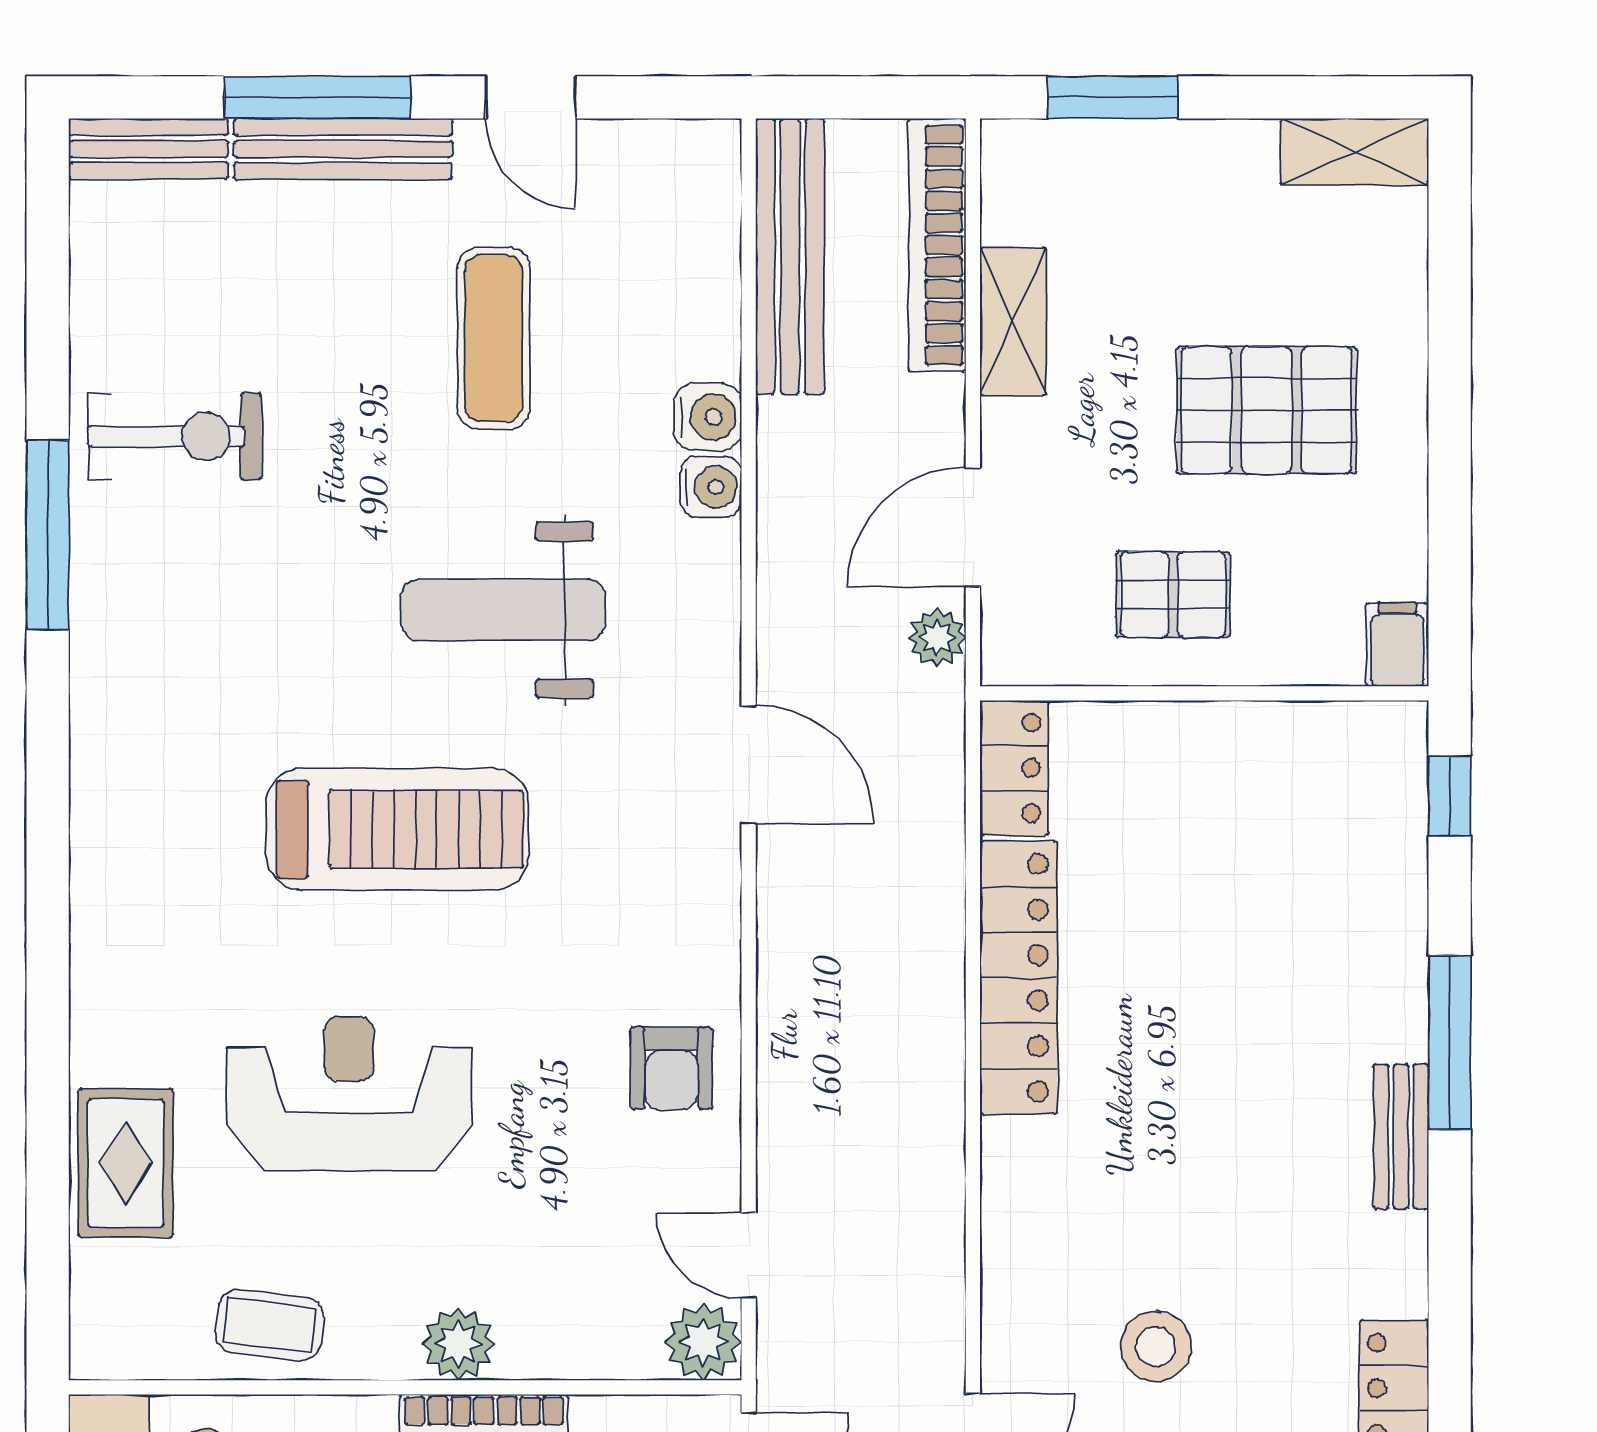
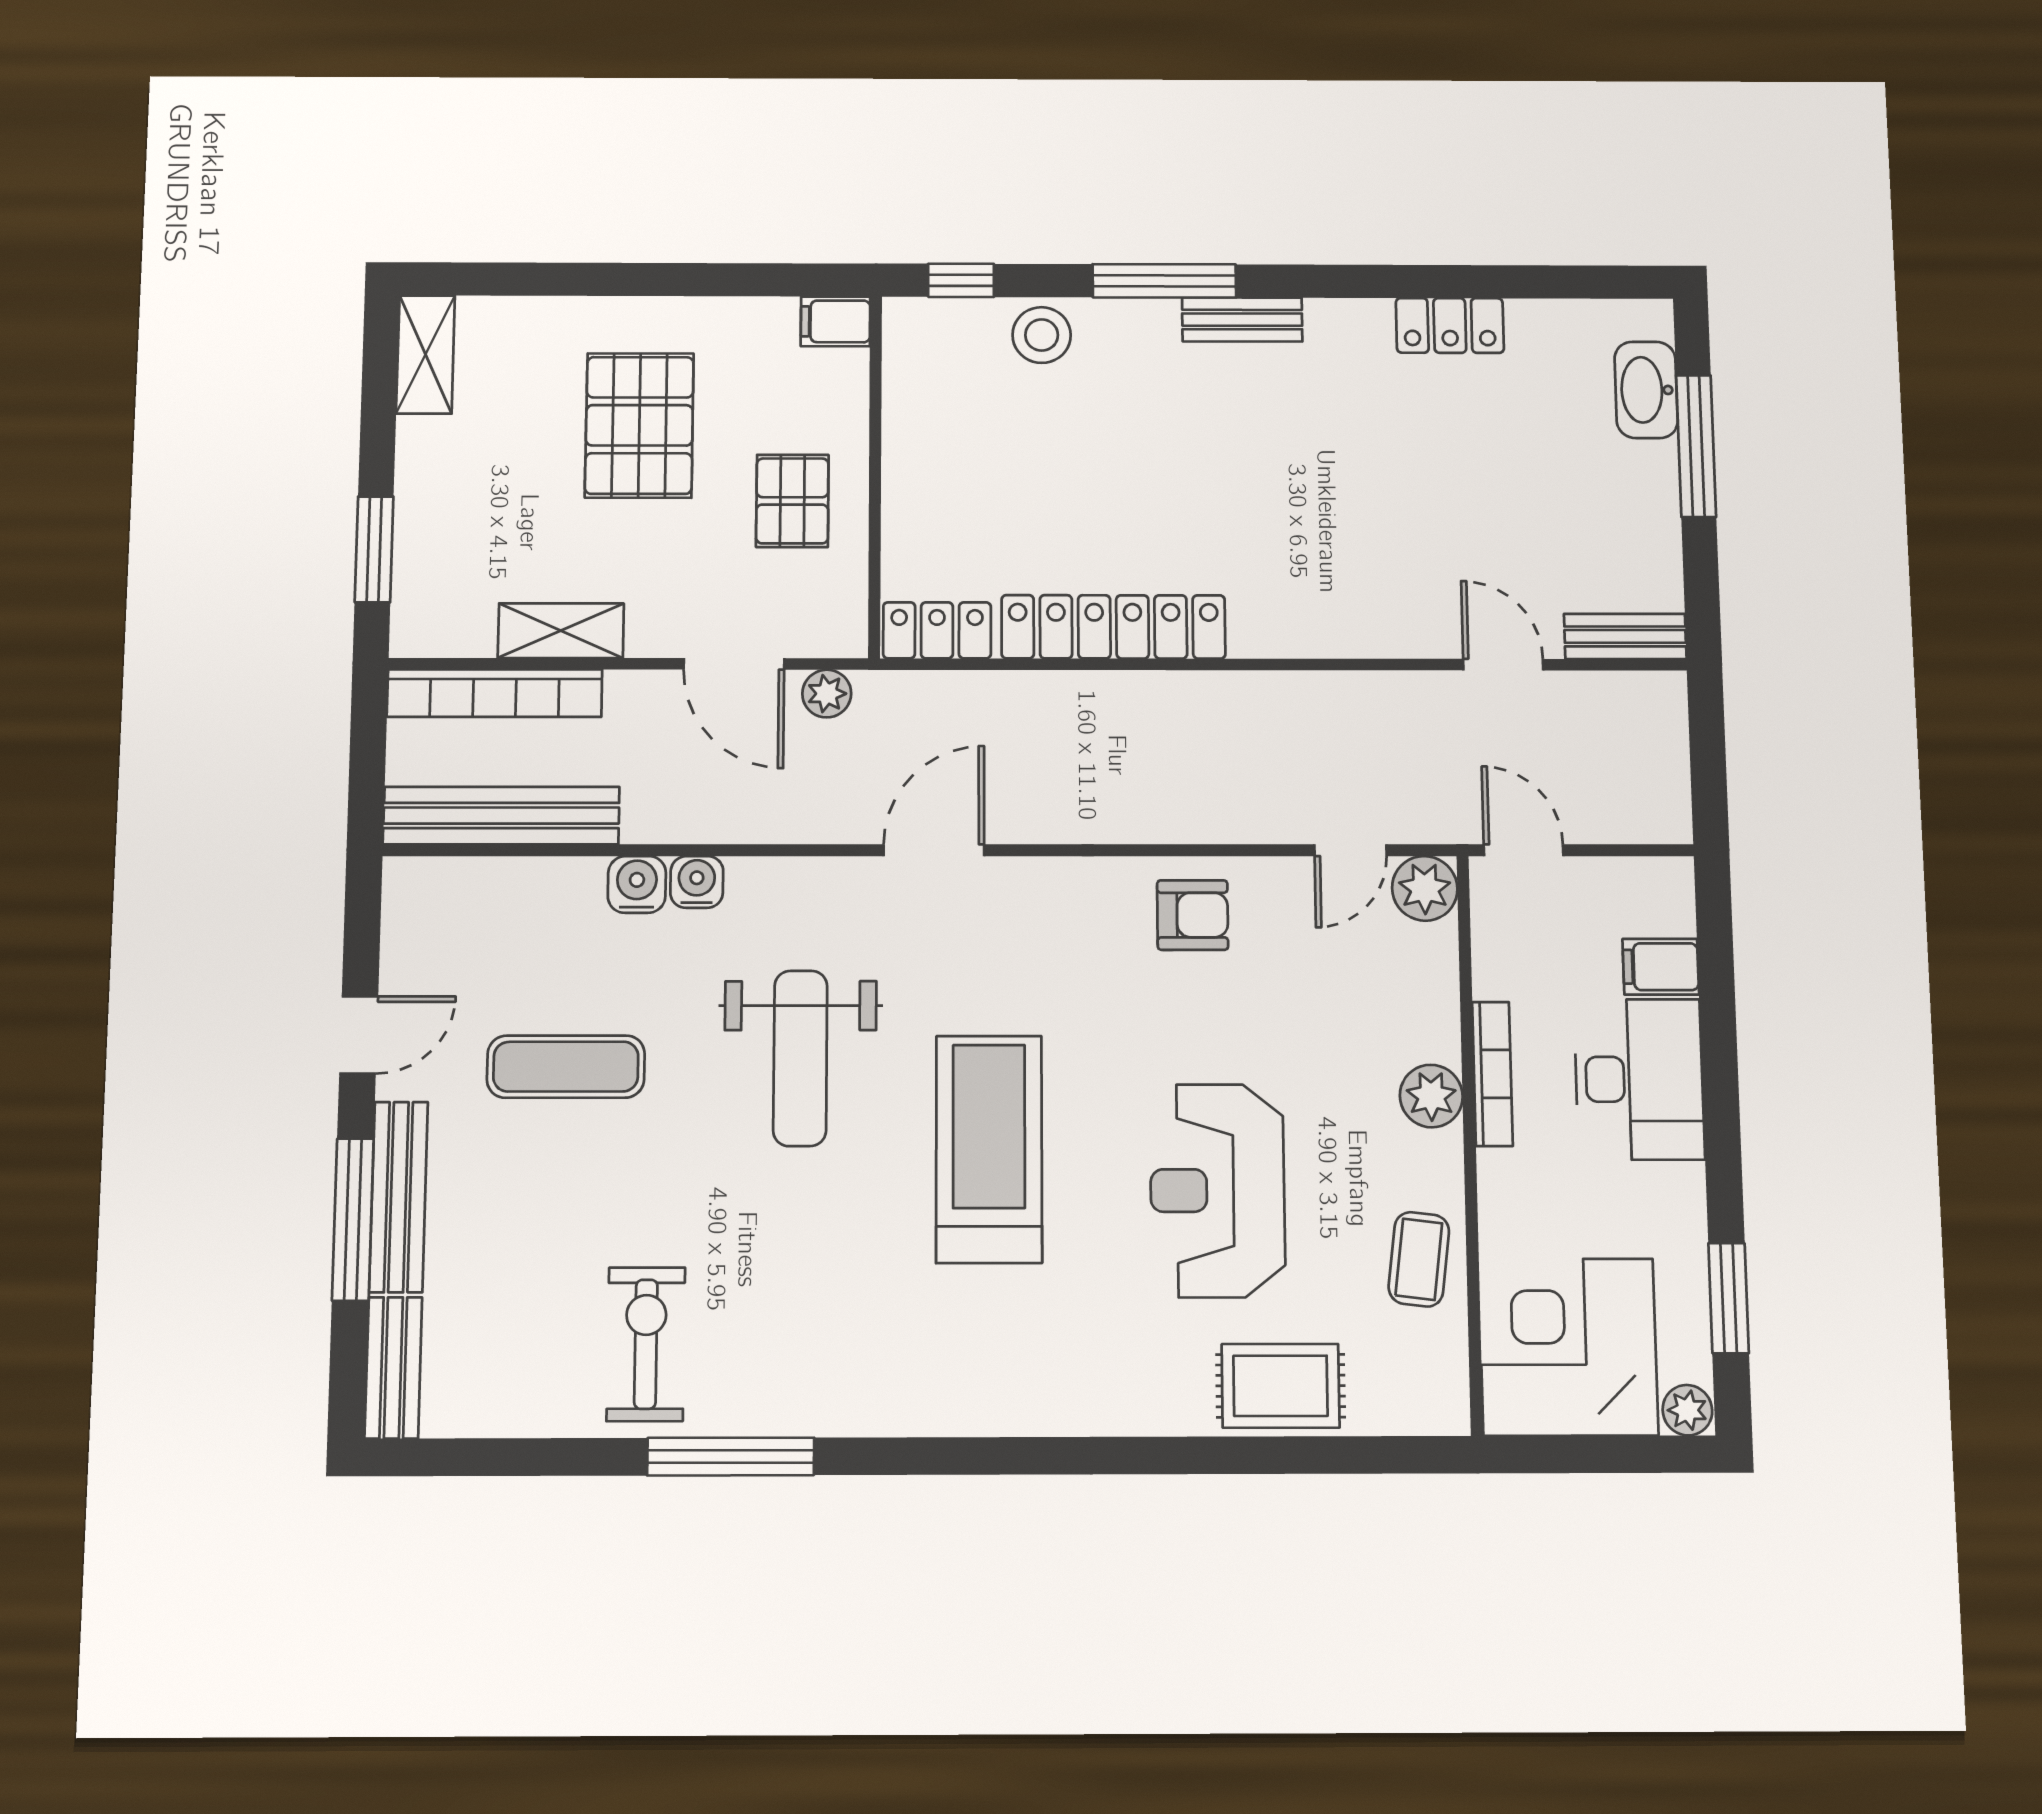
stool: (1156, 1346) -> (1042, 335), moved

